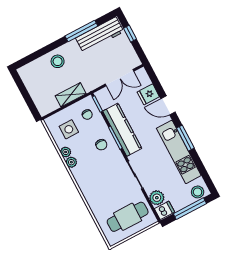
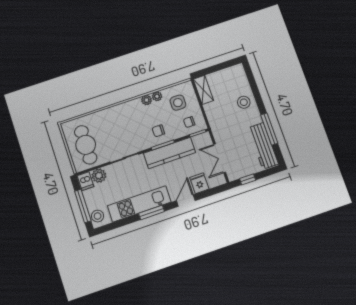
window: (130, 34) -> (248, 179), moved
shelving: (71, 95) -> (203, 90), moved

